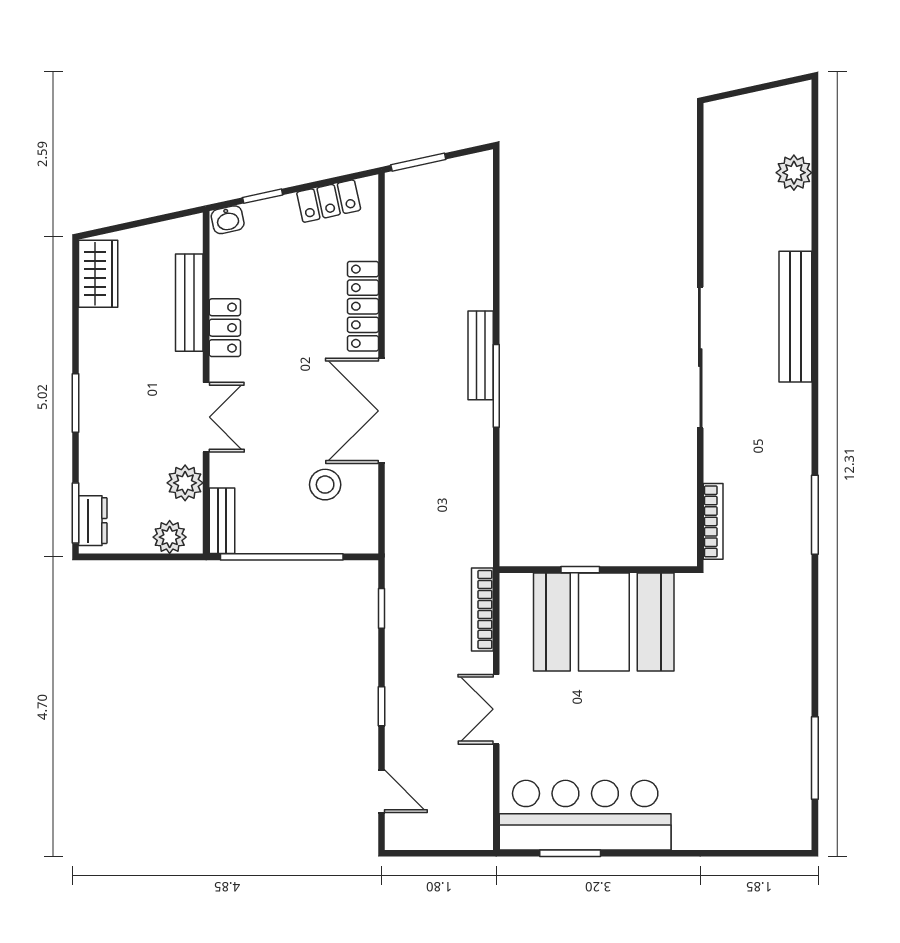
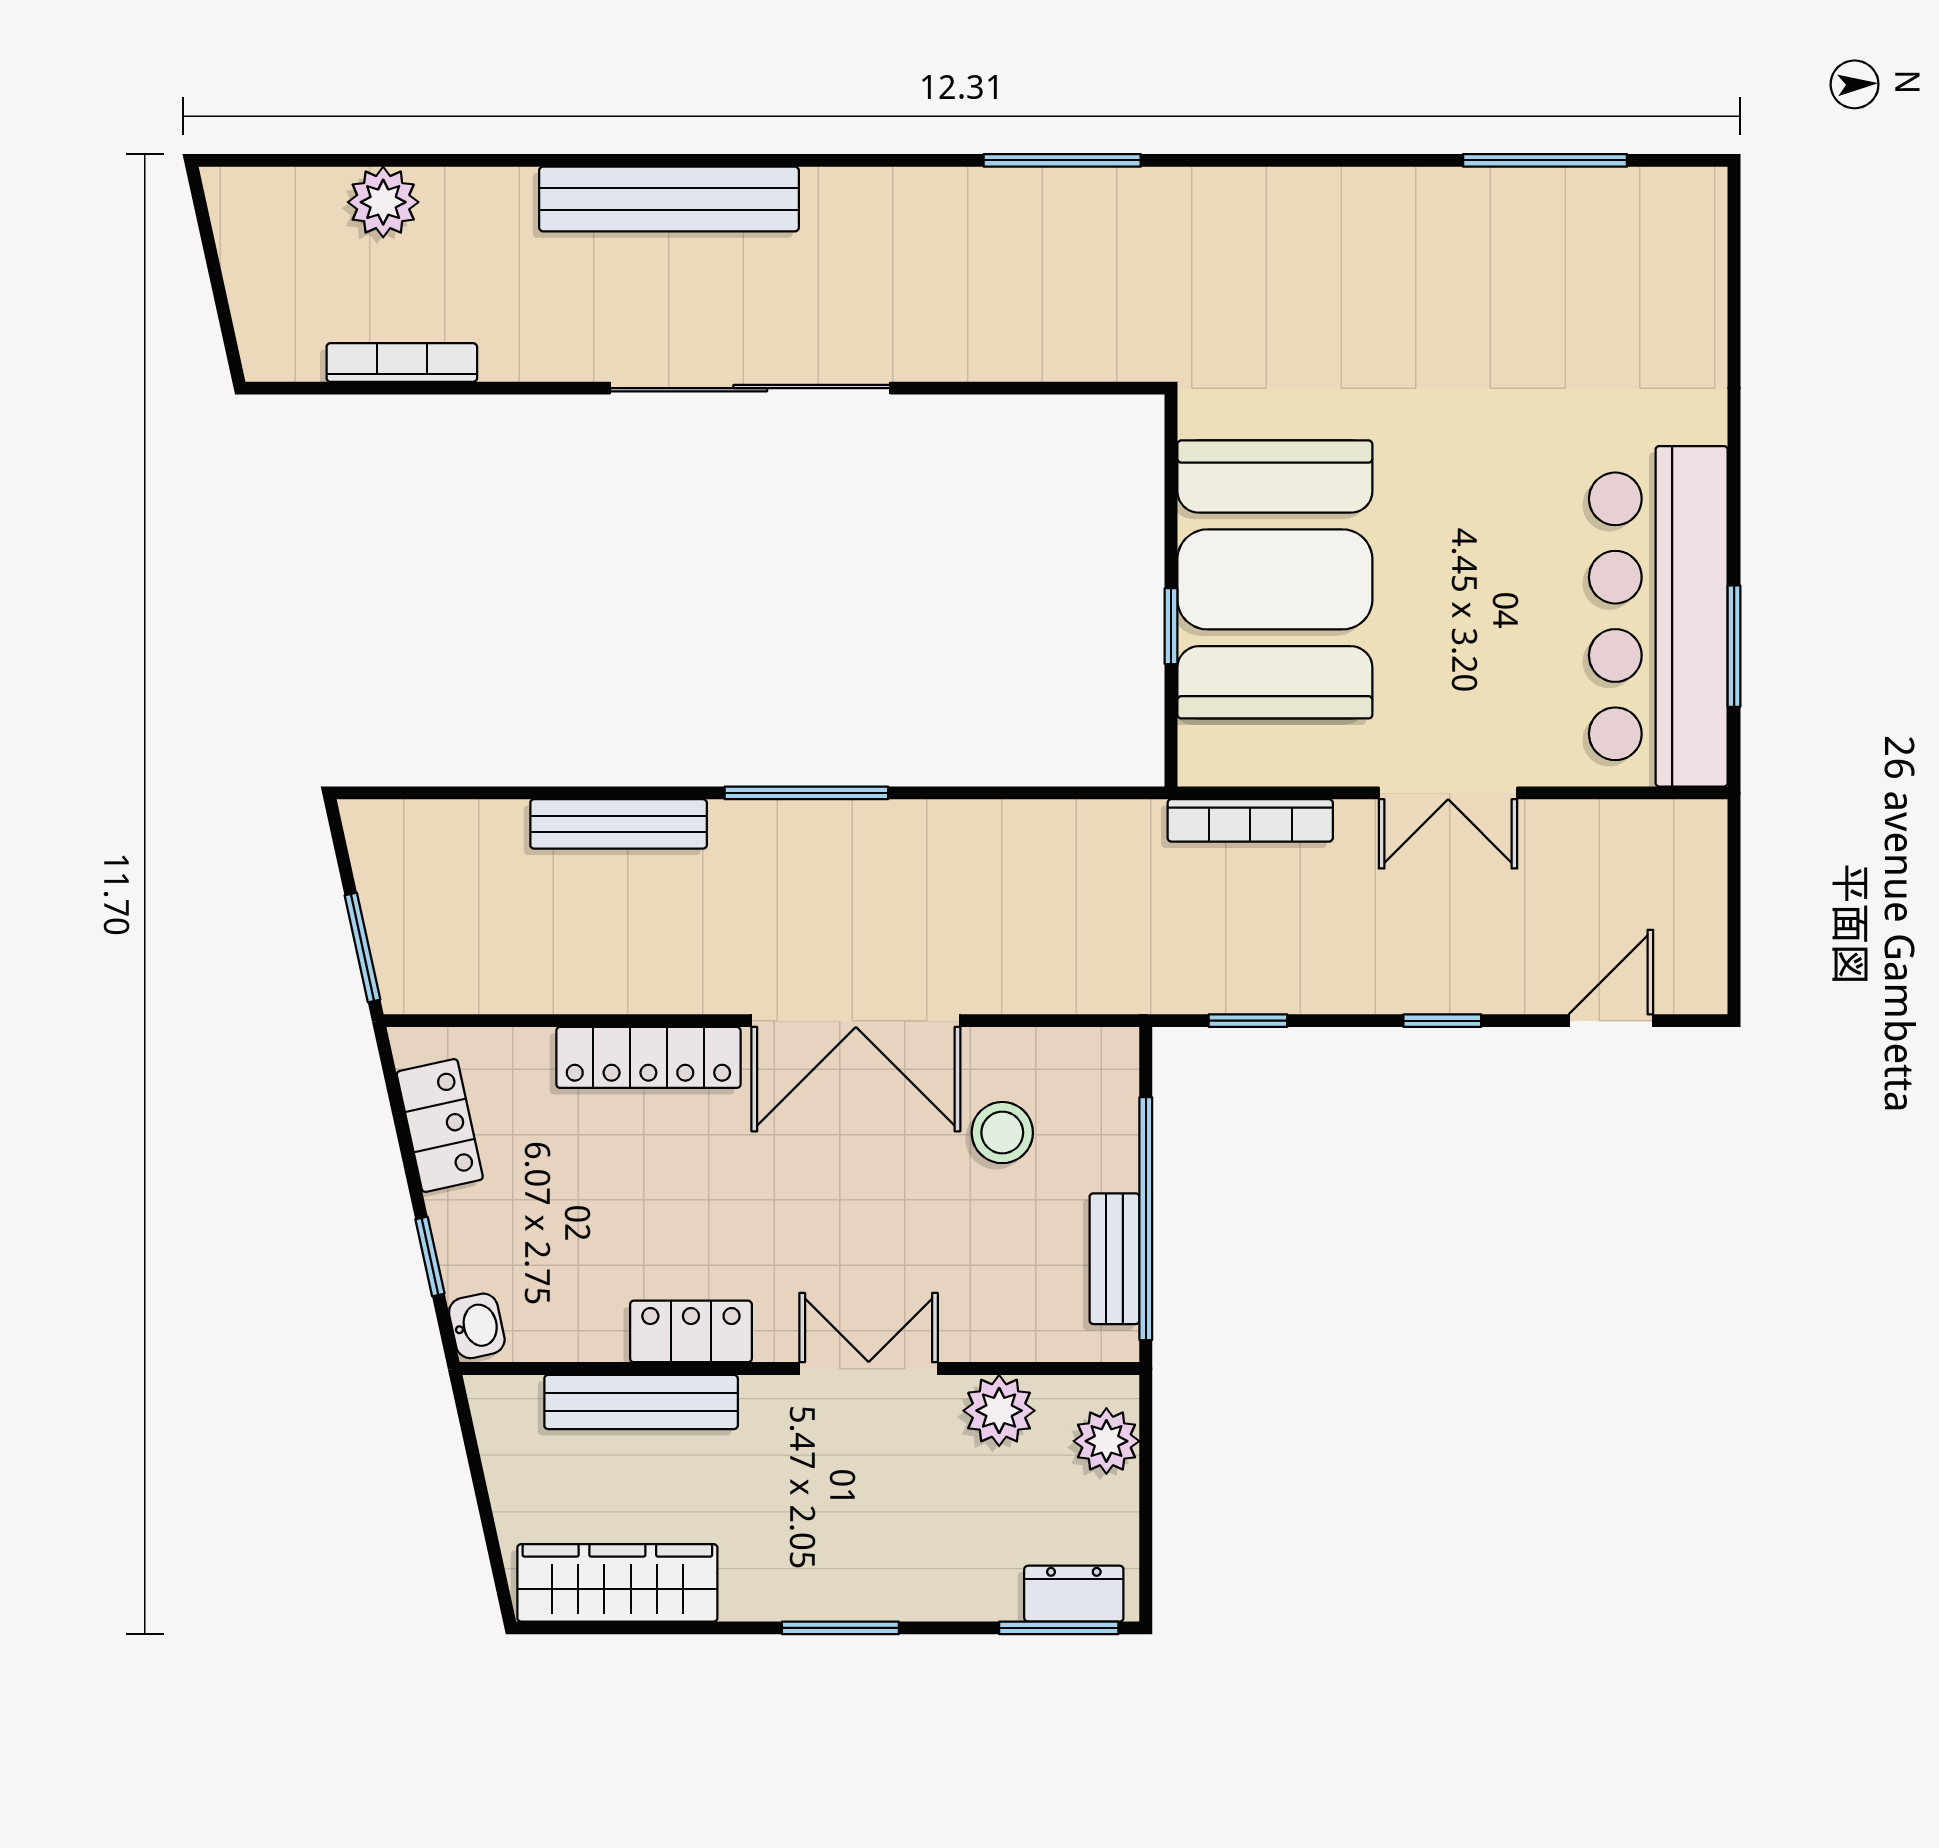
wardrobe: (98, 274) -> (617, 1583), width x1.50
bench: (481, 355) -> (619, 824), moved
bench: (222, 521) -> (1114, 1259), moved, turned 90
bookcase: (713, 521) -> (402, 362), moved

